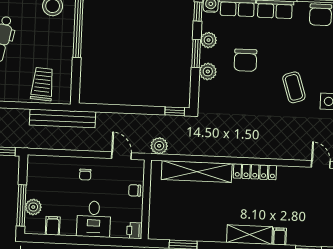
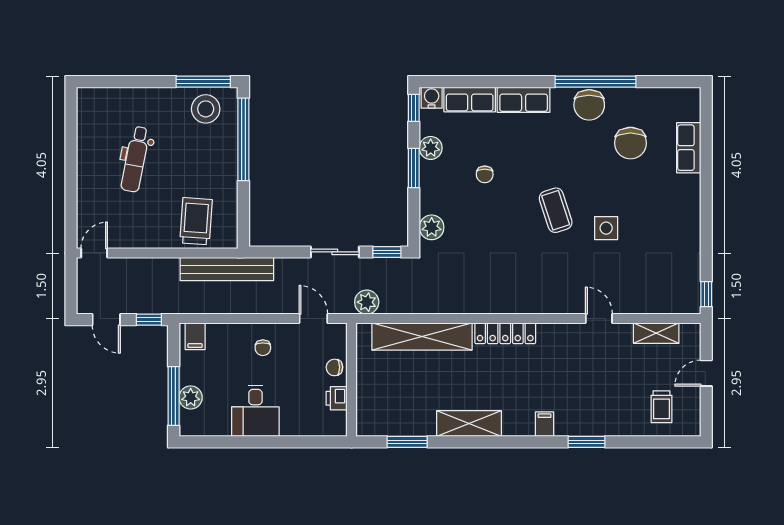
chair: (245, 60) -> (485, 174), width x0.54, depth x0.54
plant: (208, 71) -> (432, 227), moved
sliding door: (138, 110) -> (335, 252), added
desk: (94, 219) -> (255, 411), moved
filing cabinet: (53, 226) -> (195, 336), moved, turned 180
printer: (134, 231) -> (337, 398), moved
shelving: (249, 235) -> (469, 424), moved

